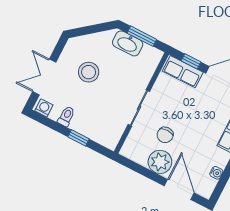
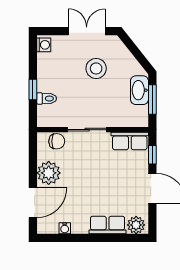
row of seats: (183, 72) -> (130, 141), moved, turned -90
double door: (44, 77) -> (87, 31), moved
toilet: (66, 116) -> (47, 99), moved
chair: (165, 135) -> (57, 141), moved, turned 180

